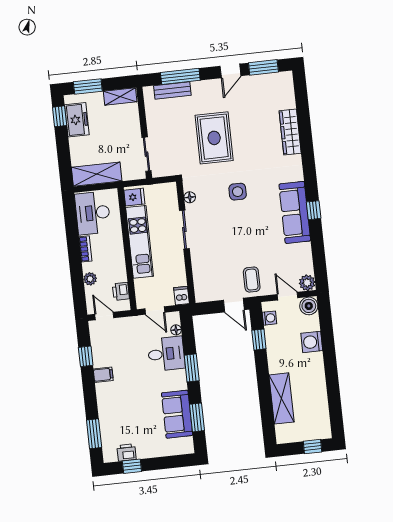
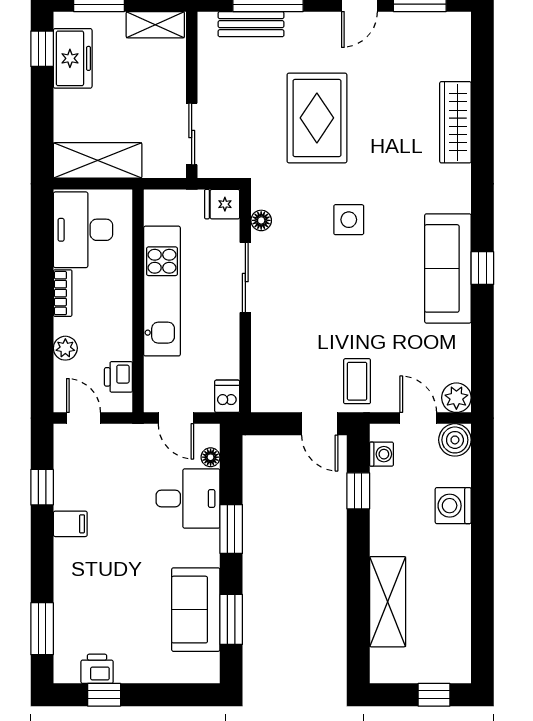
fridge: (134, 197) -> (222, 204), moved, turned 180

